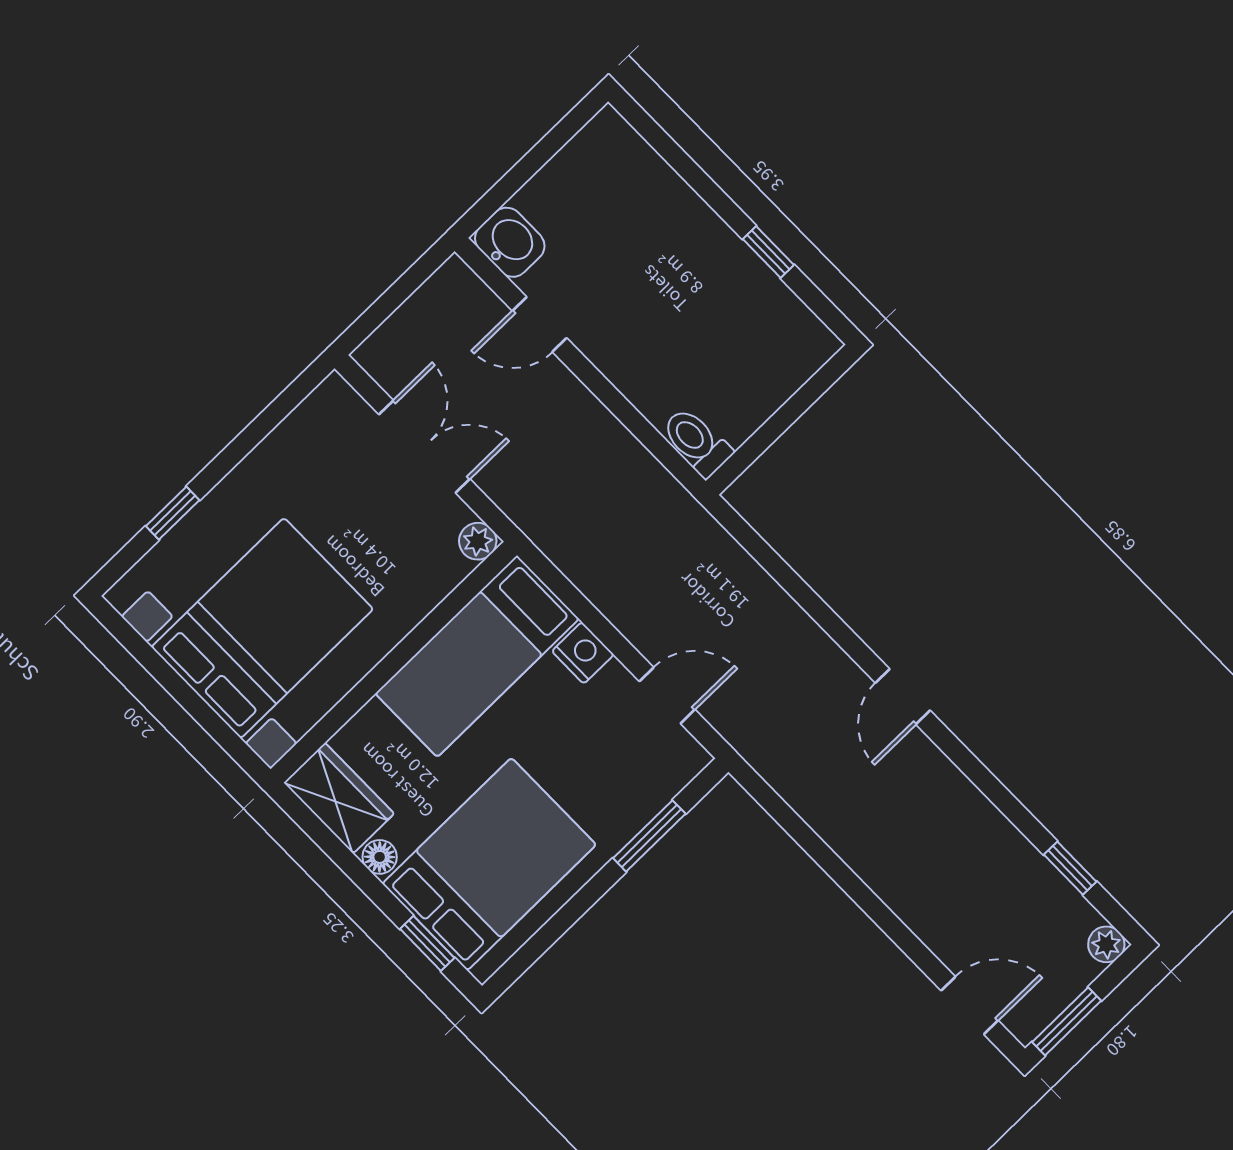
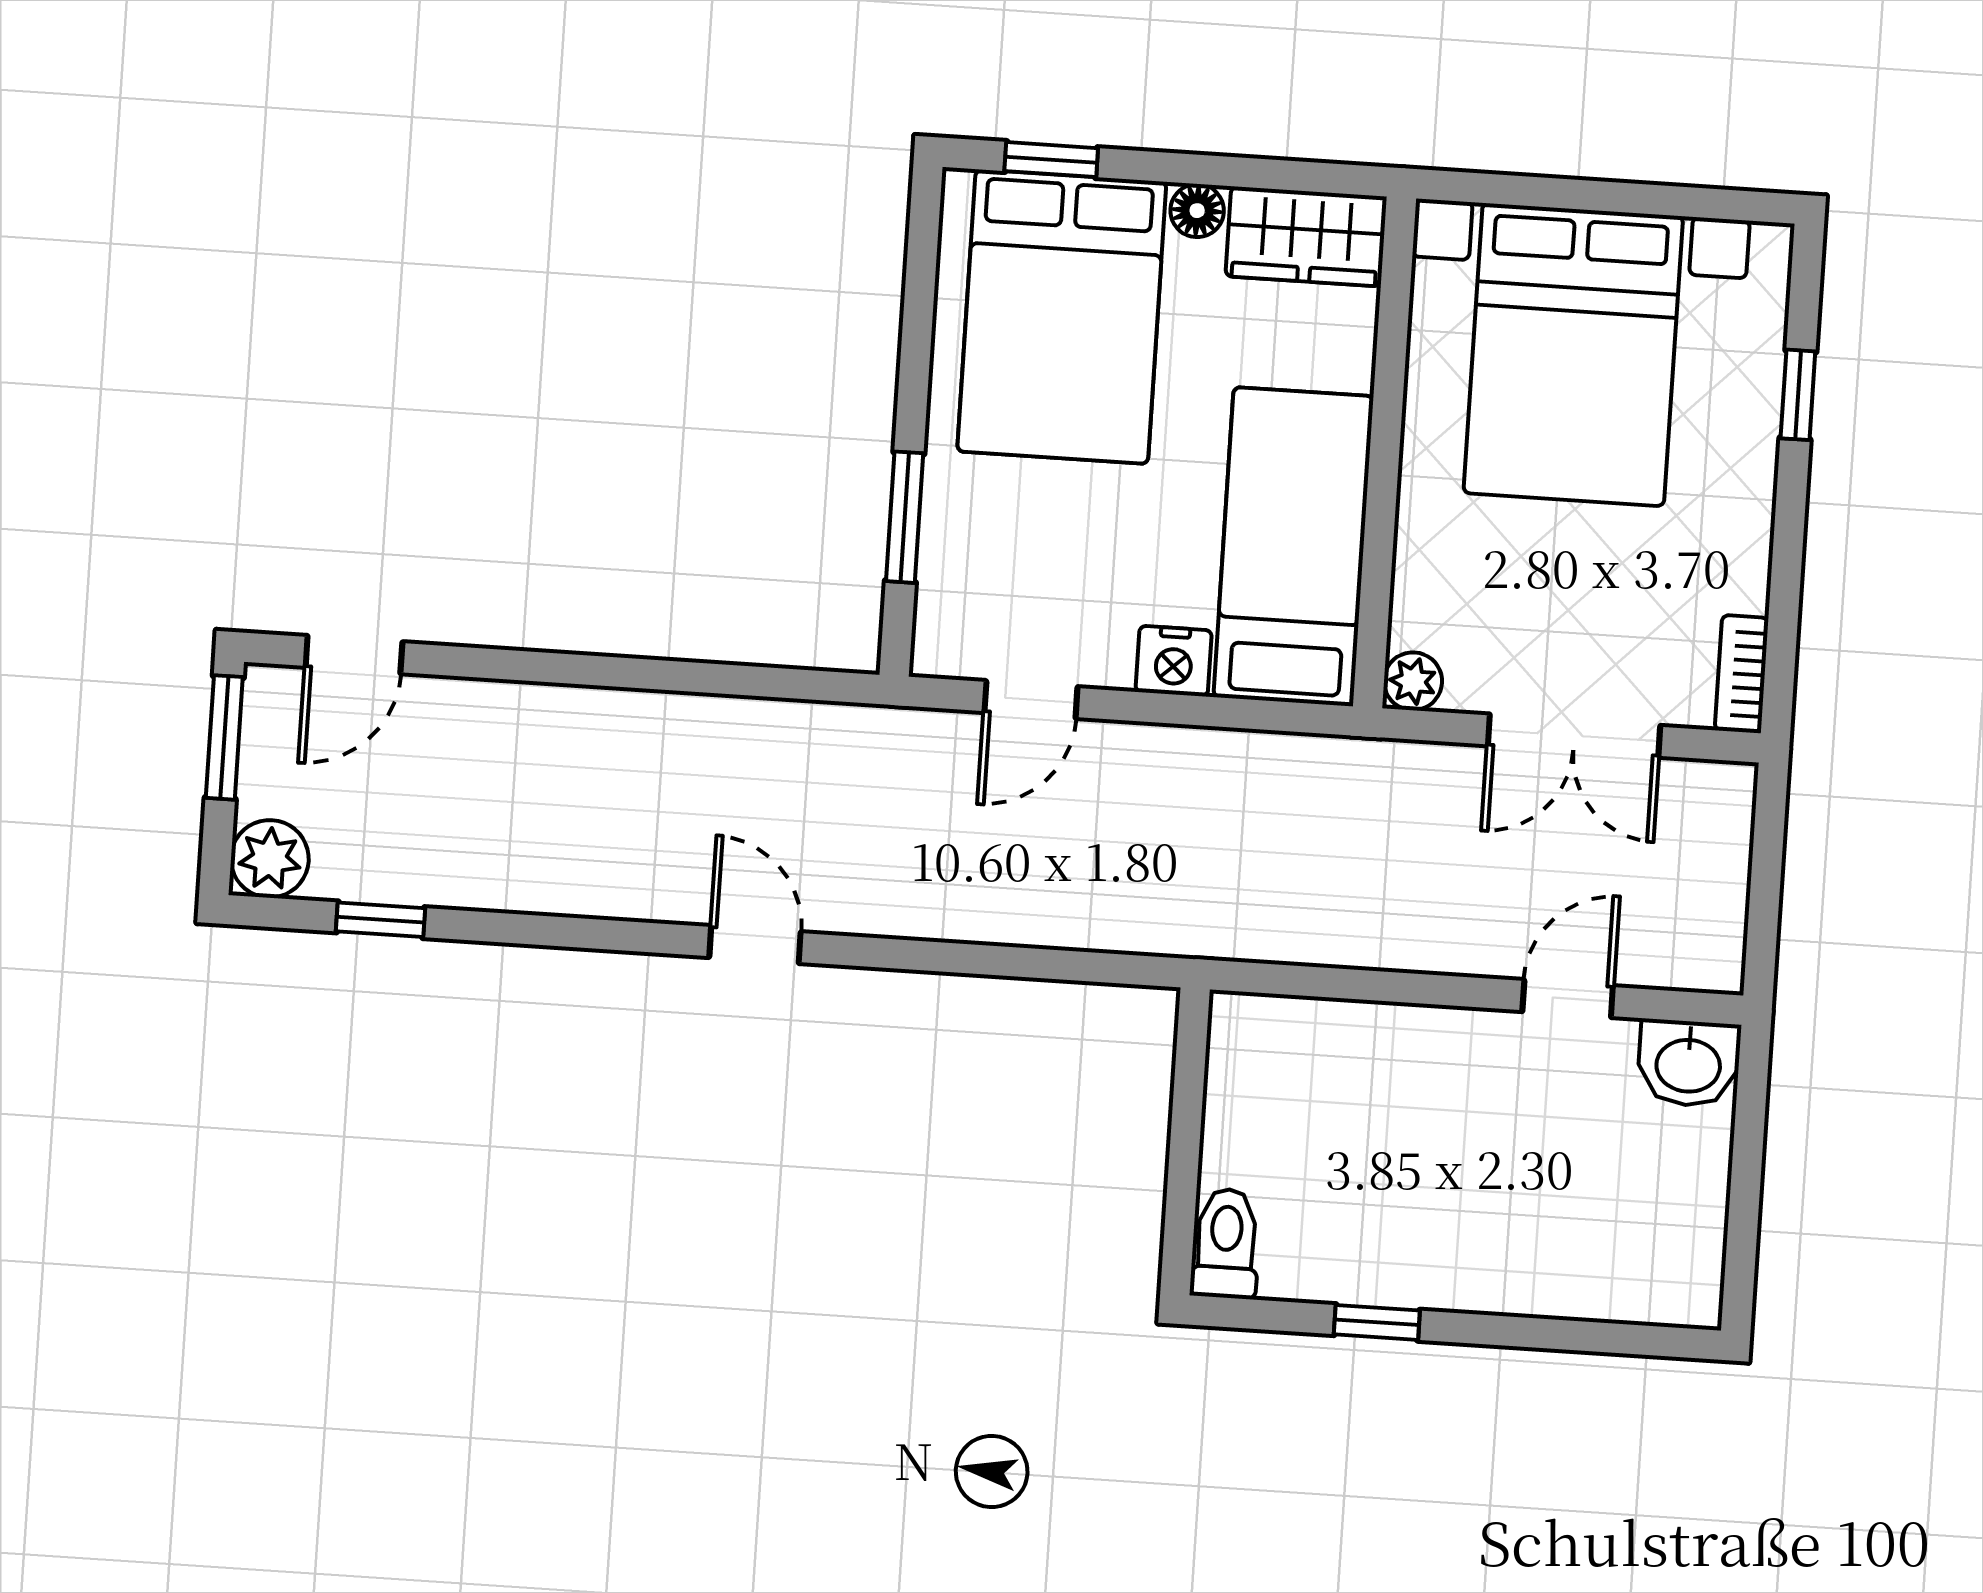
bookcase: (319, 404) -> (1742, 674), added
toilet: (697, 442) -> (1226, 1243), moved, turned -90
plant: (1106, 944) -> (270, 859), width x1.38, depth x1.38

